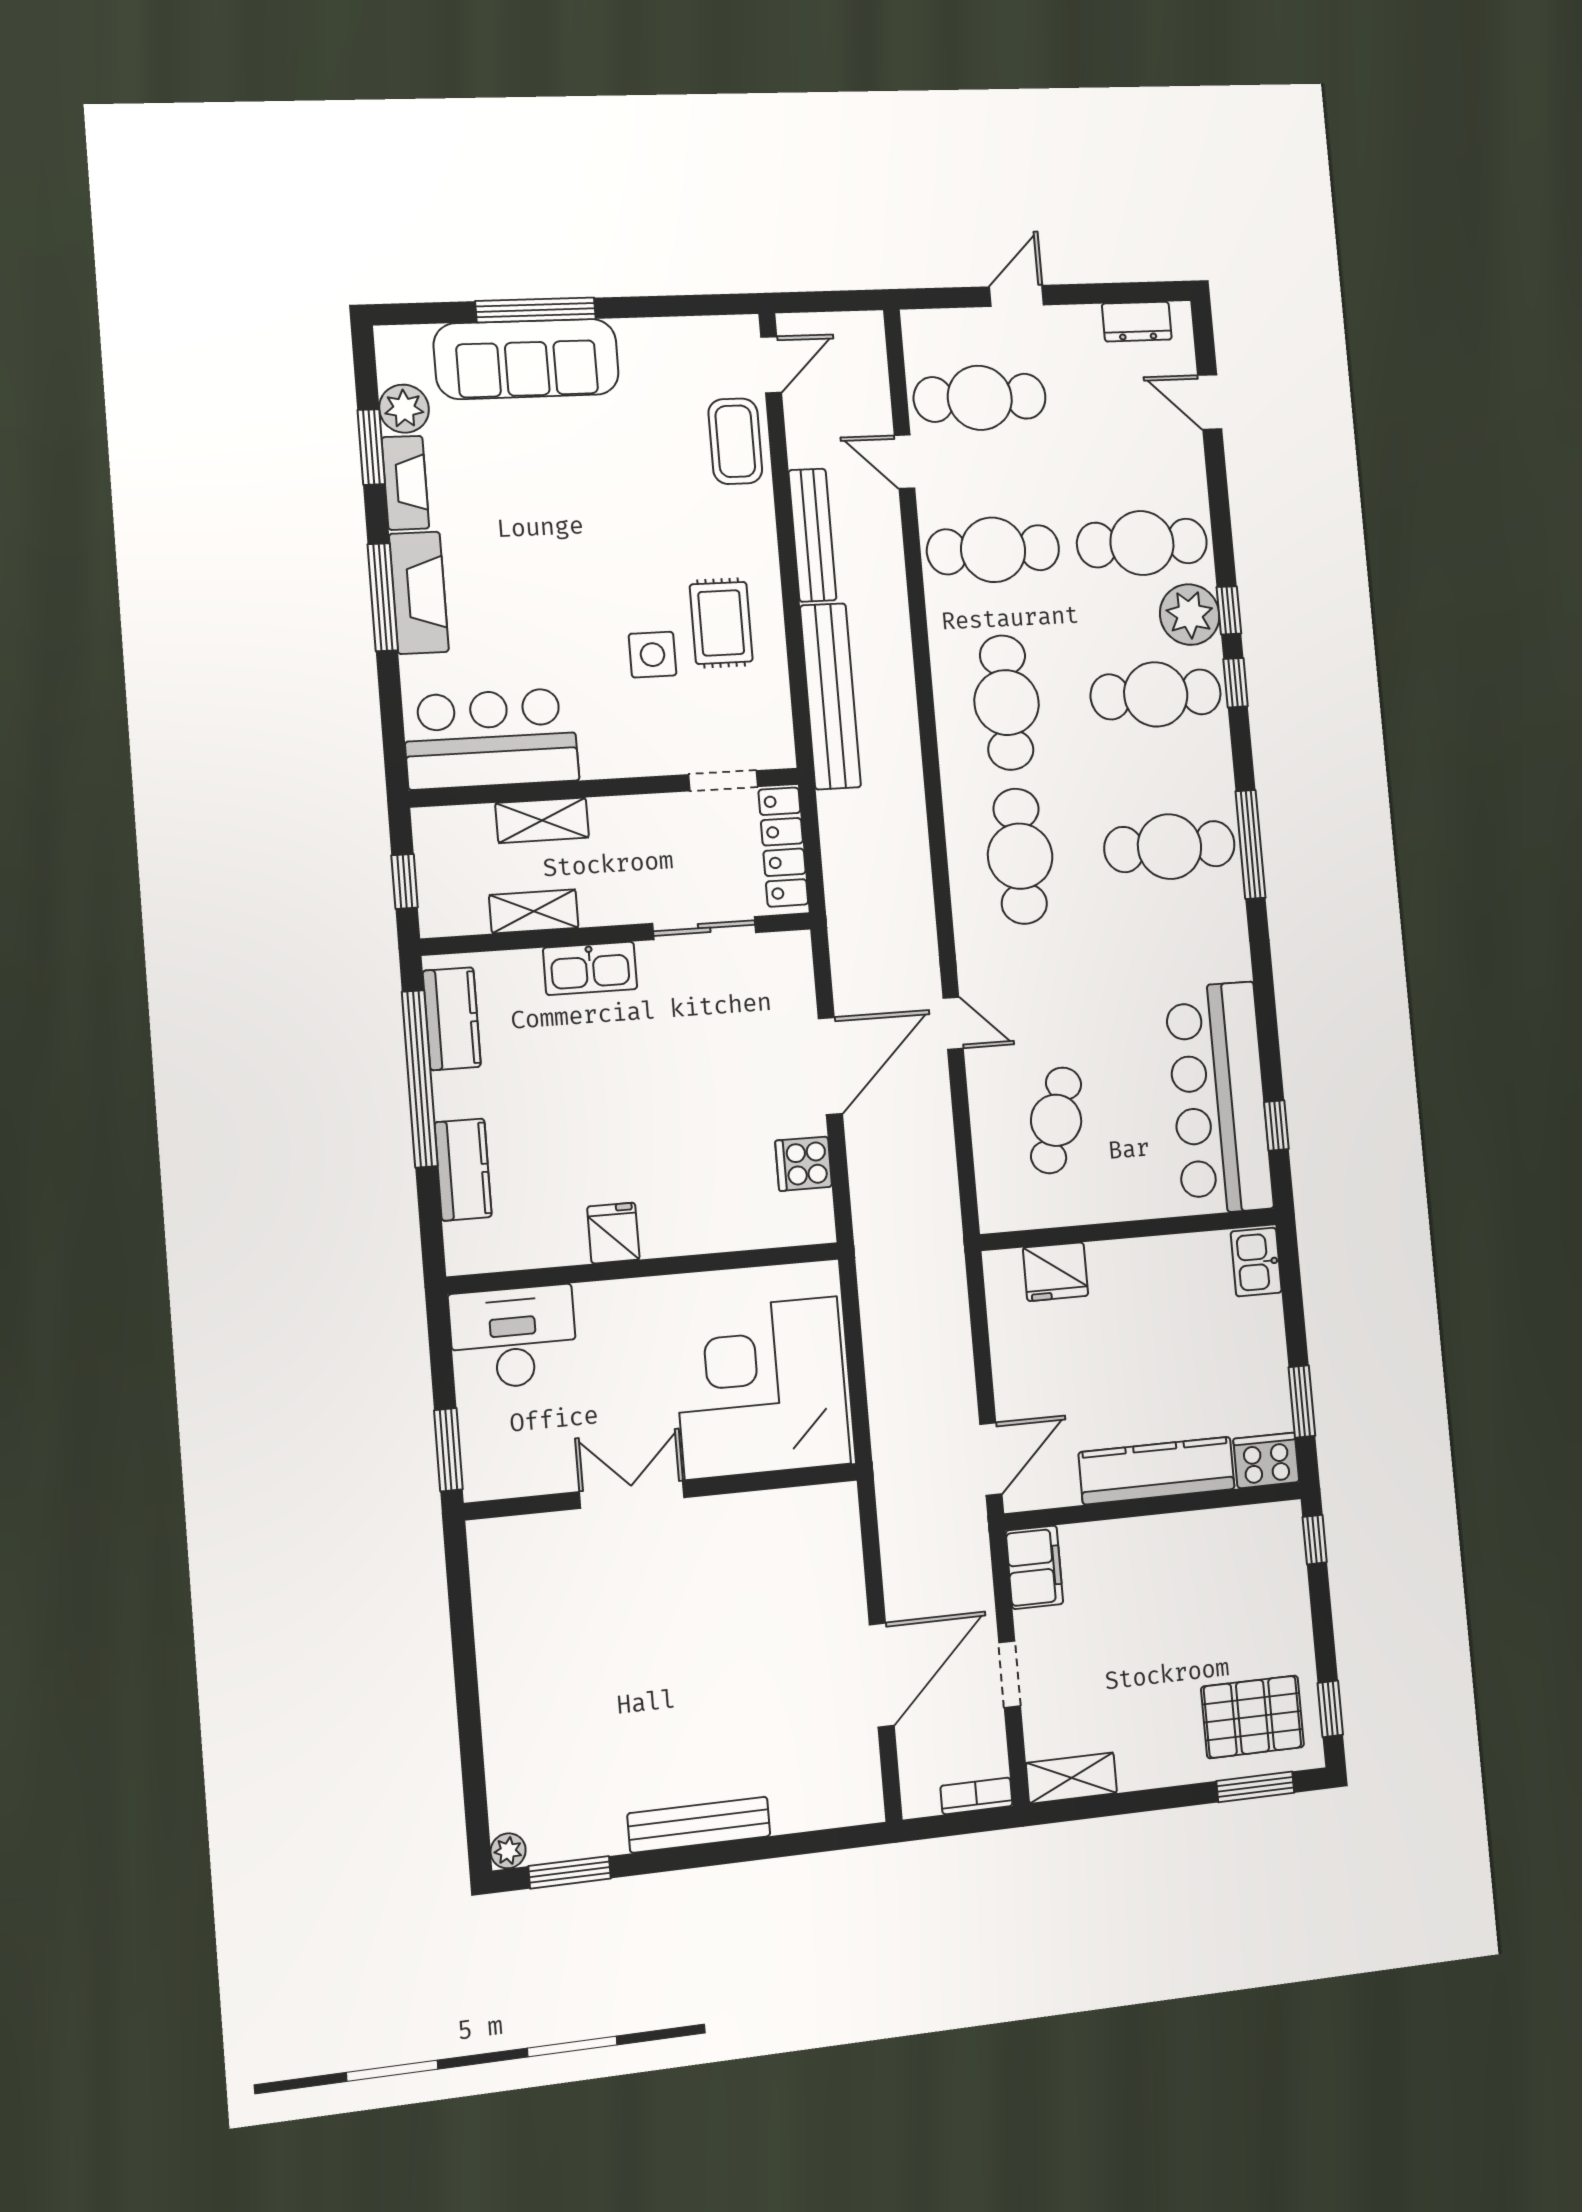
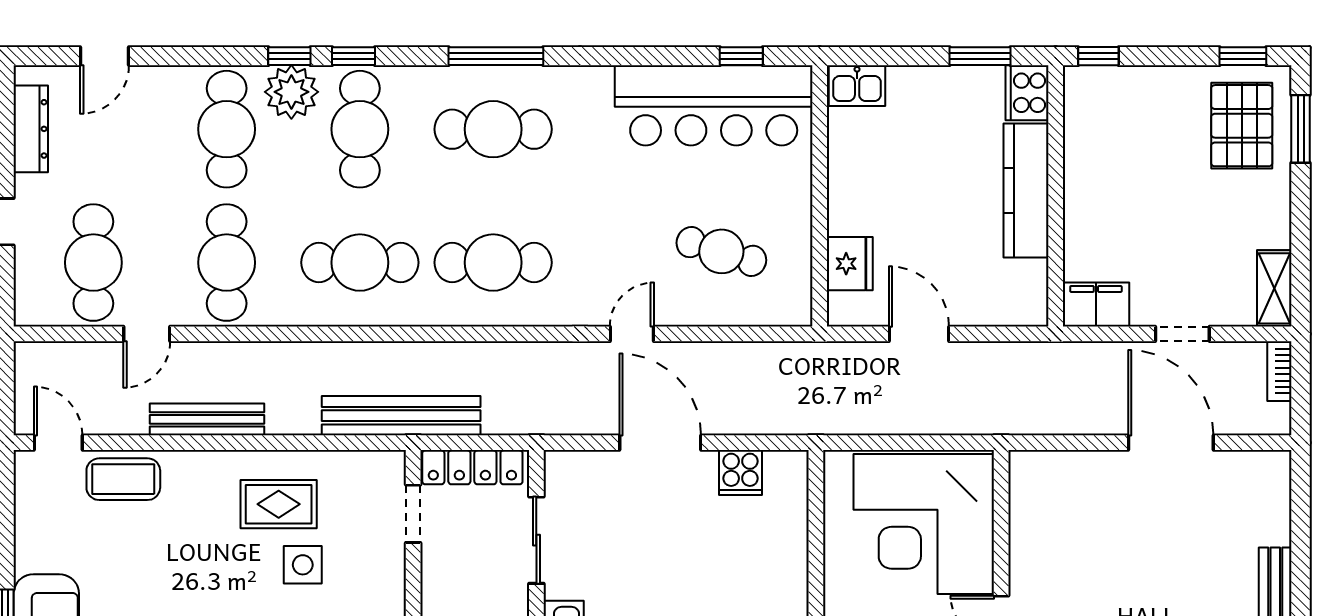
dresser: (1137, 322) -> (31, 129), width x1.44
bench: (830, 696) -> (401, 416), moved
cafe table: (1170, 847) -> (493, 129), turned 90
door: (991, 1459) -> (919, 334), moved

